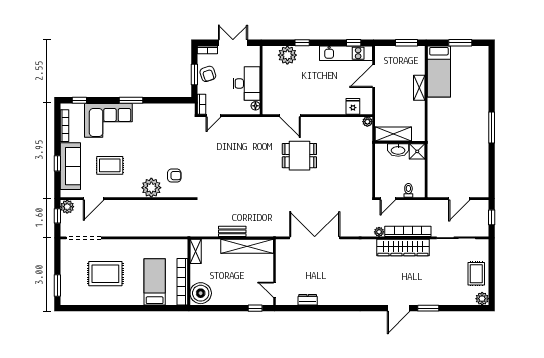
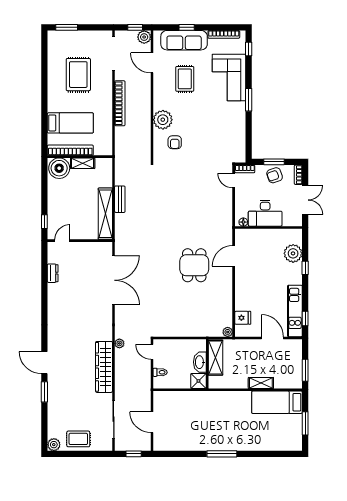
bookcase: (408, 231) -> (120, 103), moved
shelving: (196, 251) -> (83, 163), moved

